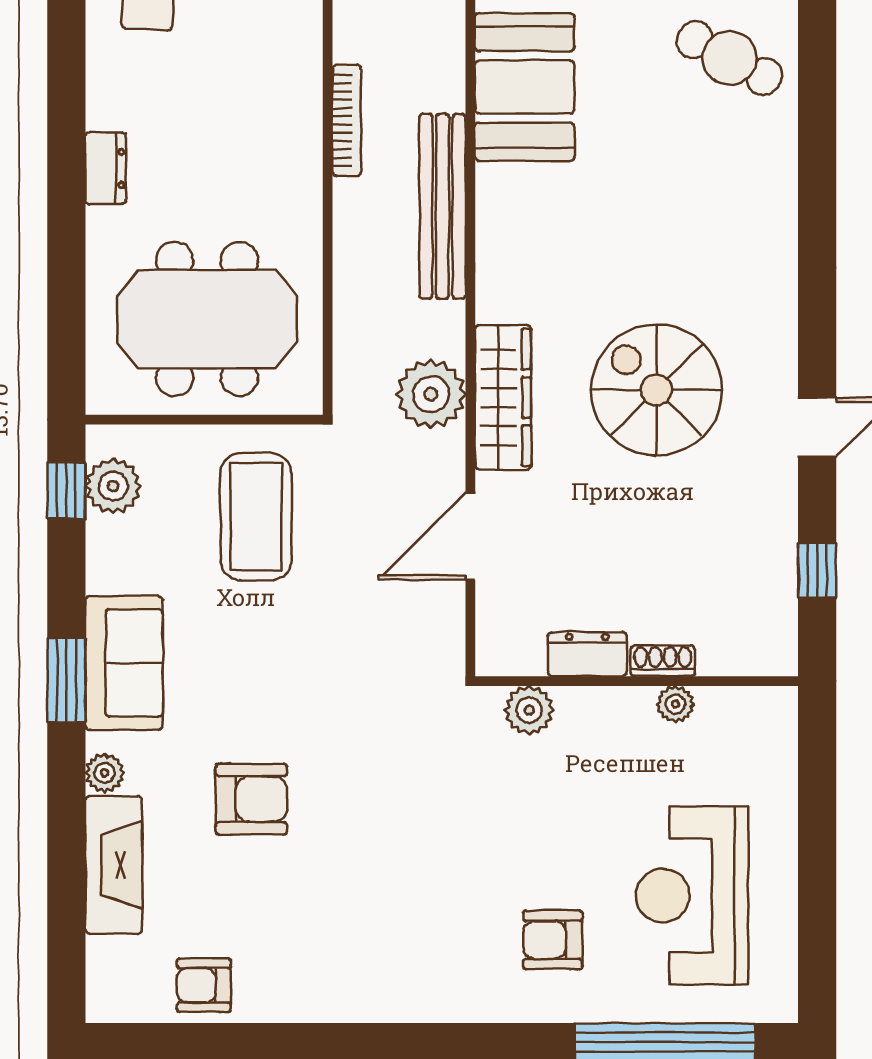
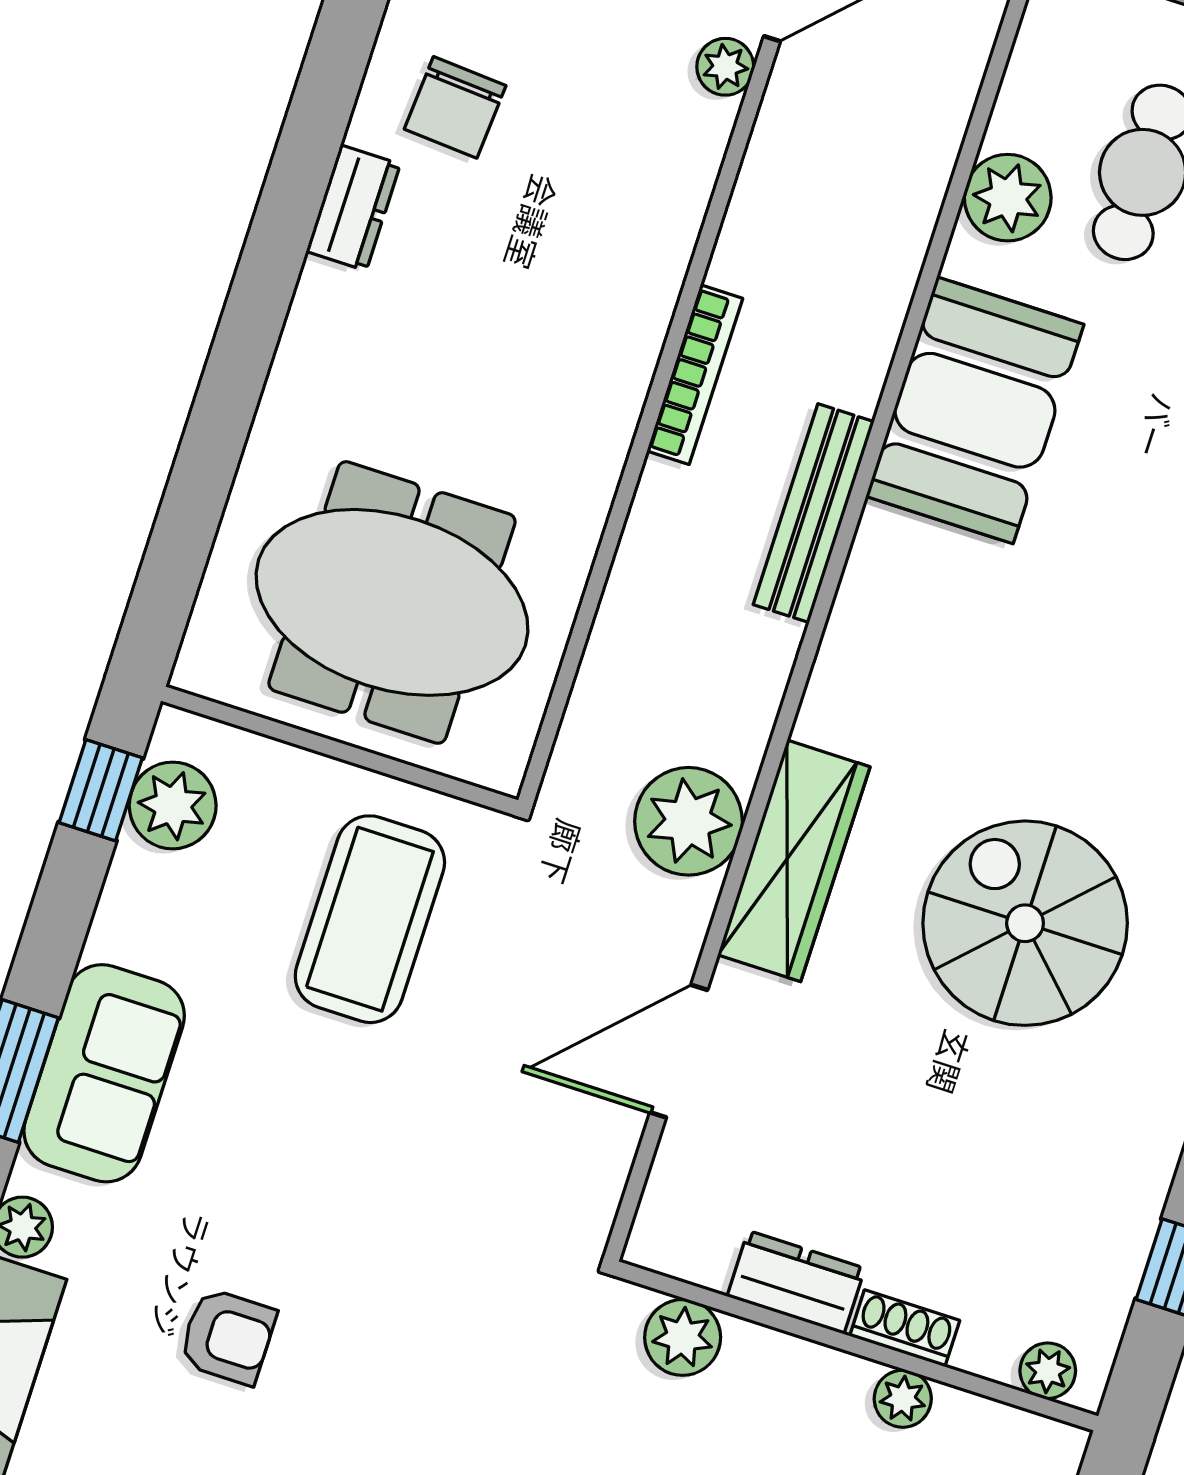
dresser: (106, 168) -> (353, 208), moved
bench: (443, 206) -> (814, 513), width x0.73, depth x0.82
plant: (758, 658) -> (1048, 1371), added
armchair: (251, 799) -> (228, 1337), width x0.72, depth x0.72

